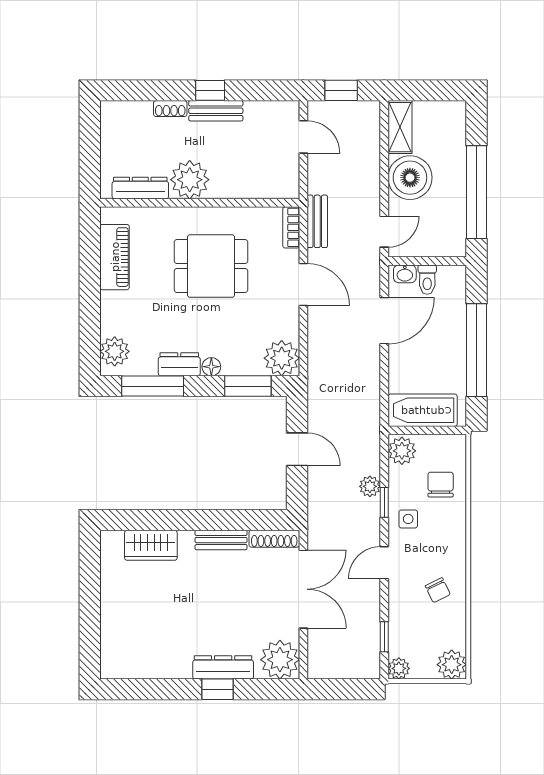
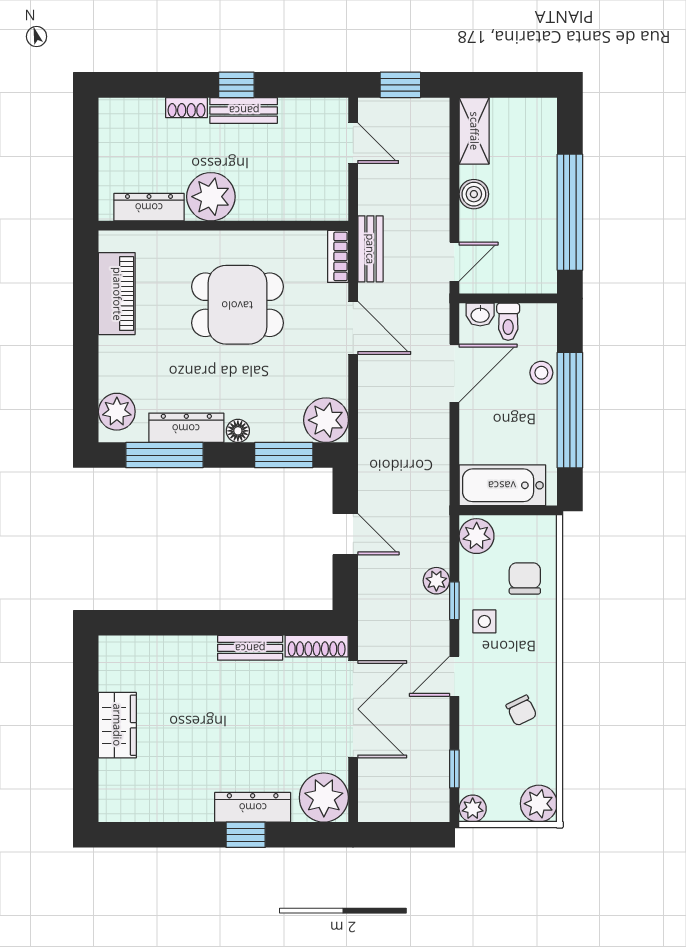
boiler: (410, 178) -> (474, 194), width x0.54, depth x0.54
stool: (454, 320) -> (541, 373), added
dresser: (179, 364) -> (186, 428), width x1.44
wardrobe: (151, 545) -> (117, 725), moved, turned -90

